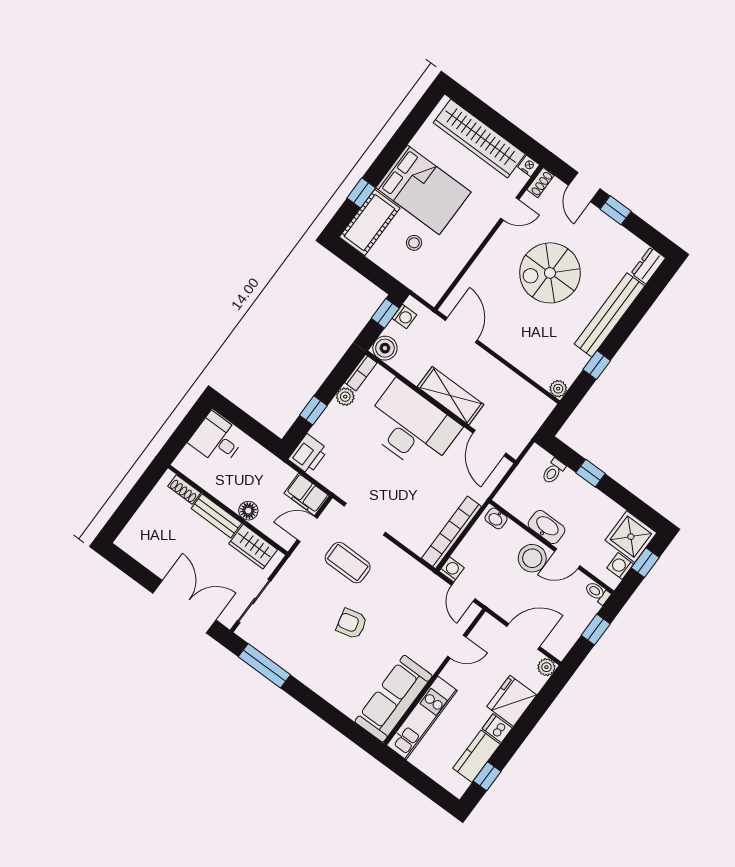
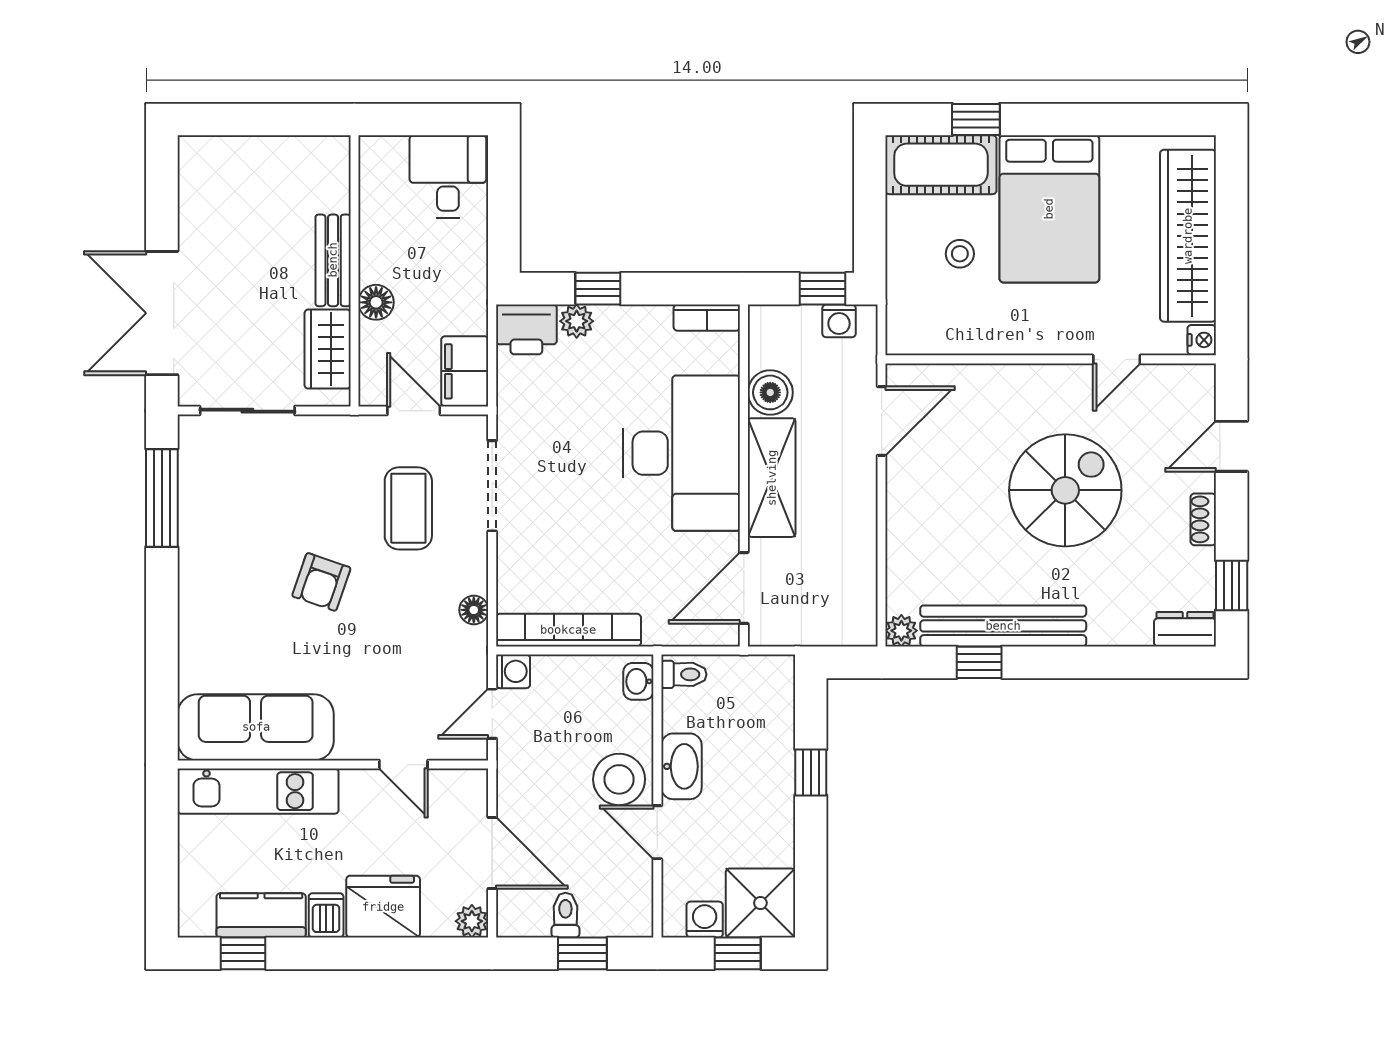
shoe rack: (540, 183) -> (1203, 519), moved, turned 90
door: (510, 209) -> (1117, 359), hinge flipped
window: (616, 210) -> (1232, 585), moved
spiral stairs: (550, 273) -> (1065, 490), turned 90
bench: (609, 315) -> (1003, 626), moved
boiler: (385, 348) -> (770, 392), moved
plant: (345, 397) -> (577, 321), moved
toilet: (553, 471) -> (684, 674), moved, turned 180
shoe rack: (184, 489) -> (337, 183), removed
floor lamp: (413, 567) -> (474, 610), added
toilet: (597, 593) -> (565, 915), moved
double door: (184, 607) -> (162, 313), swing flipped
armchair: (352, 624) -> (321, 582), turned -147

